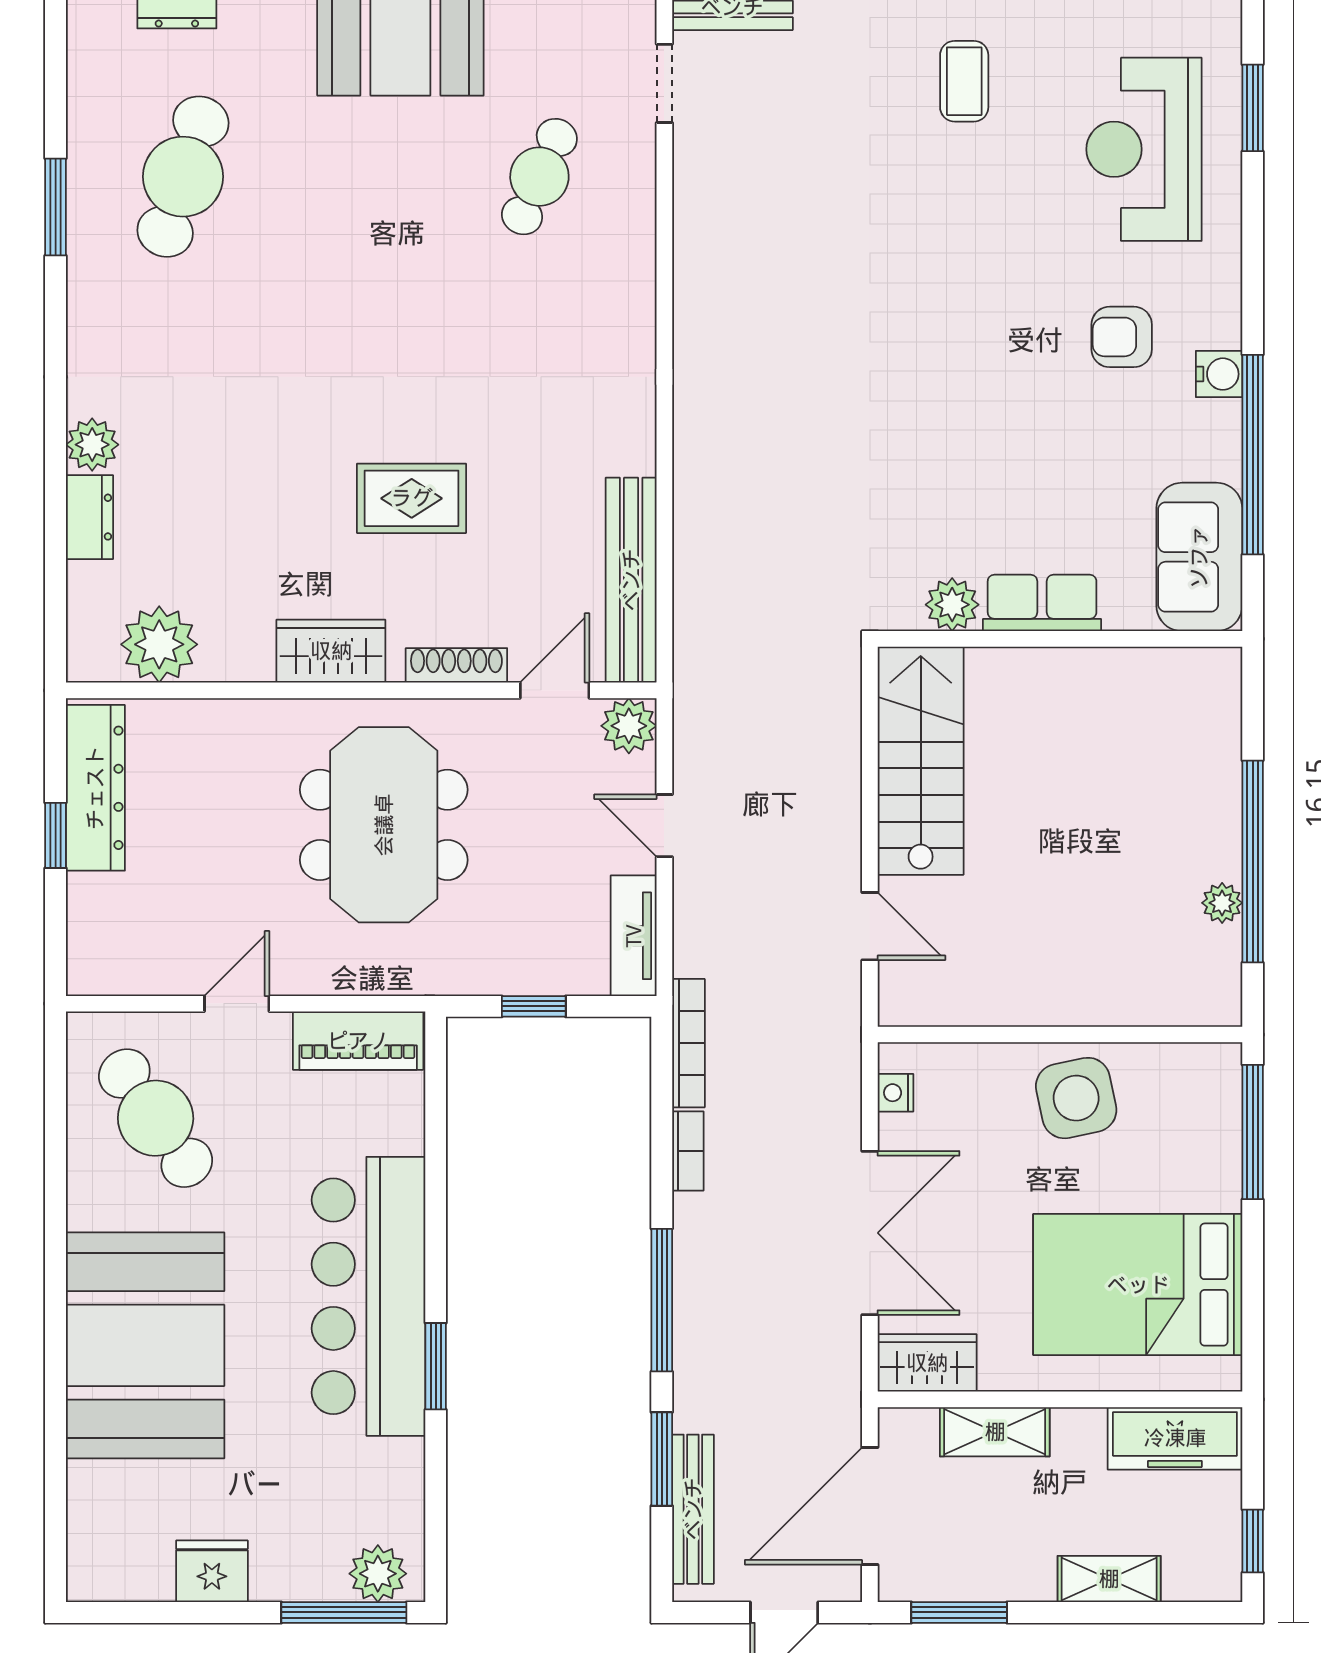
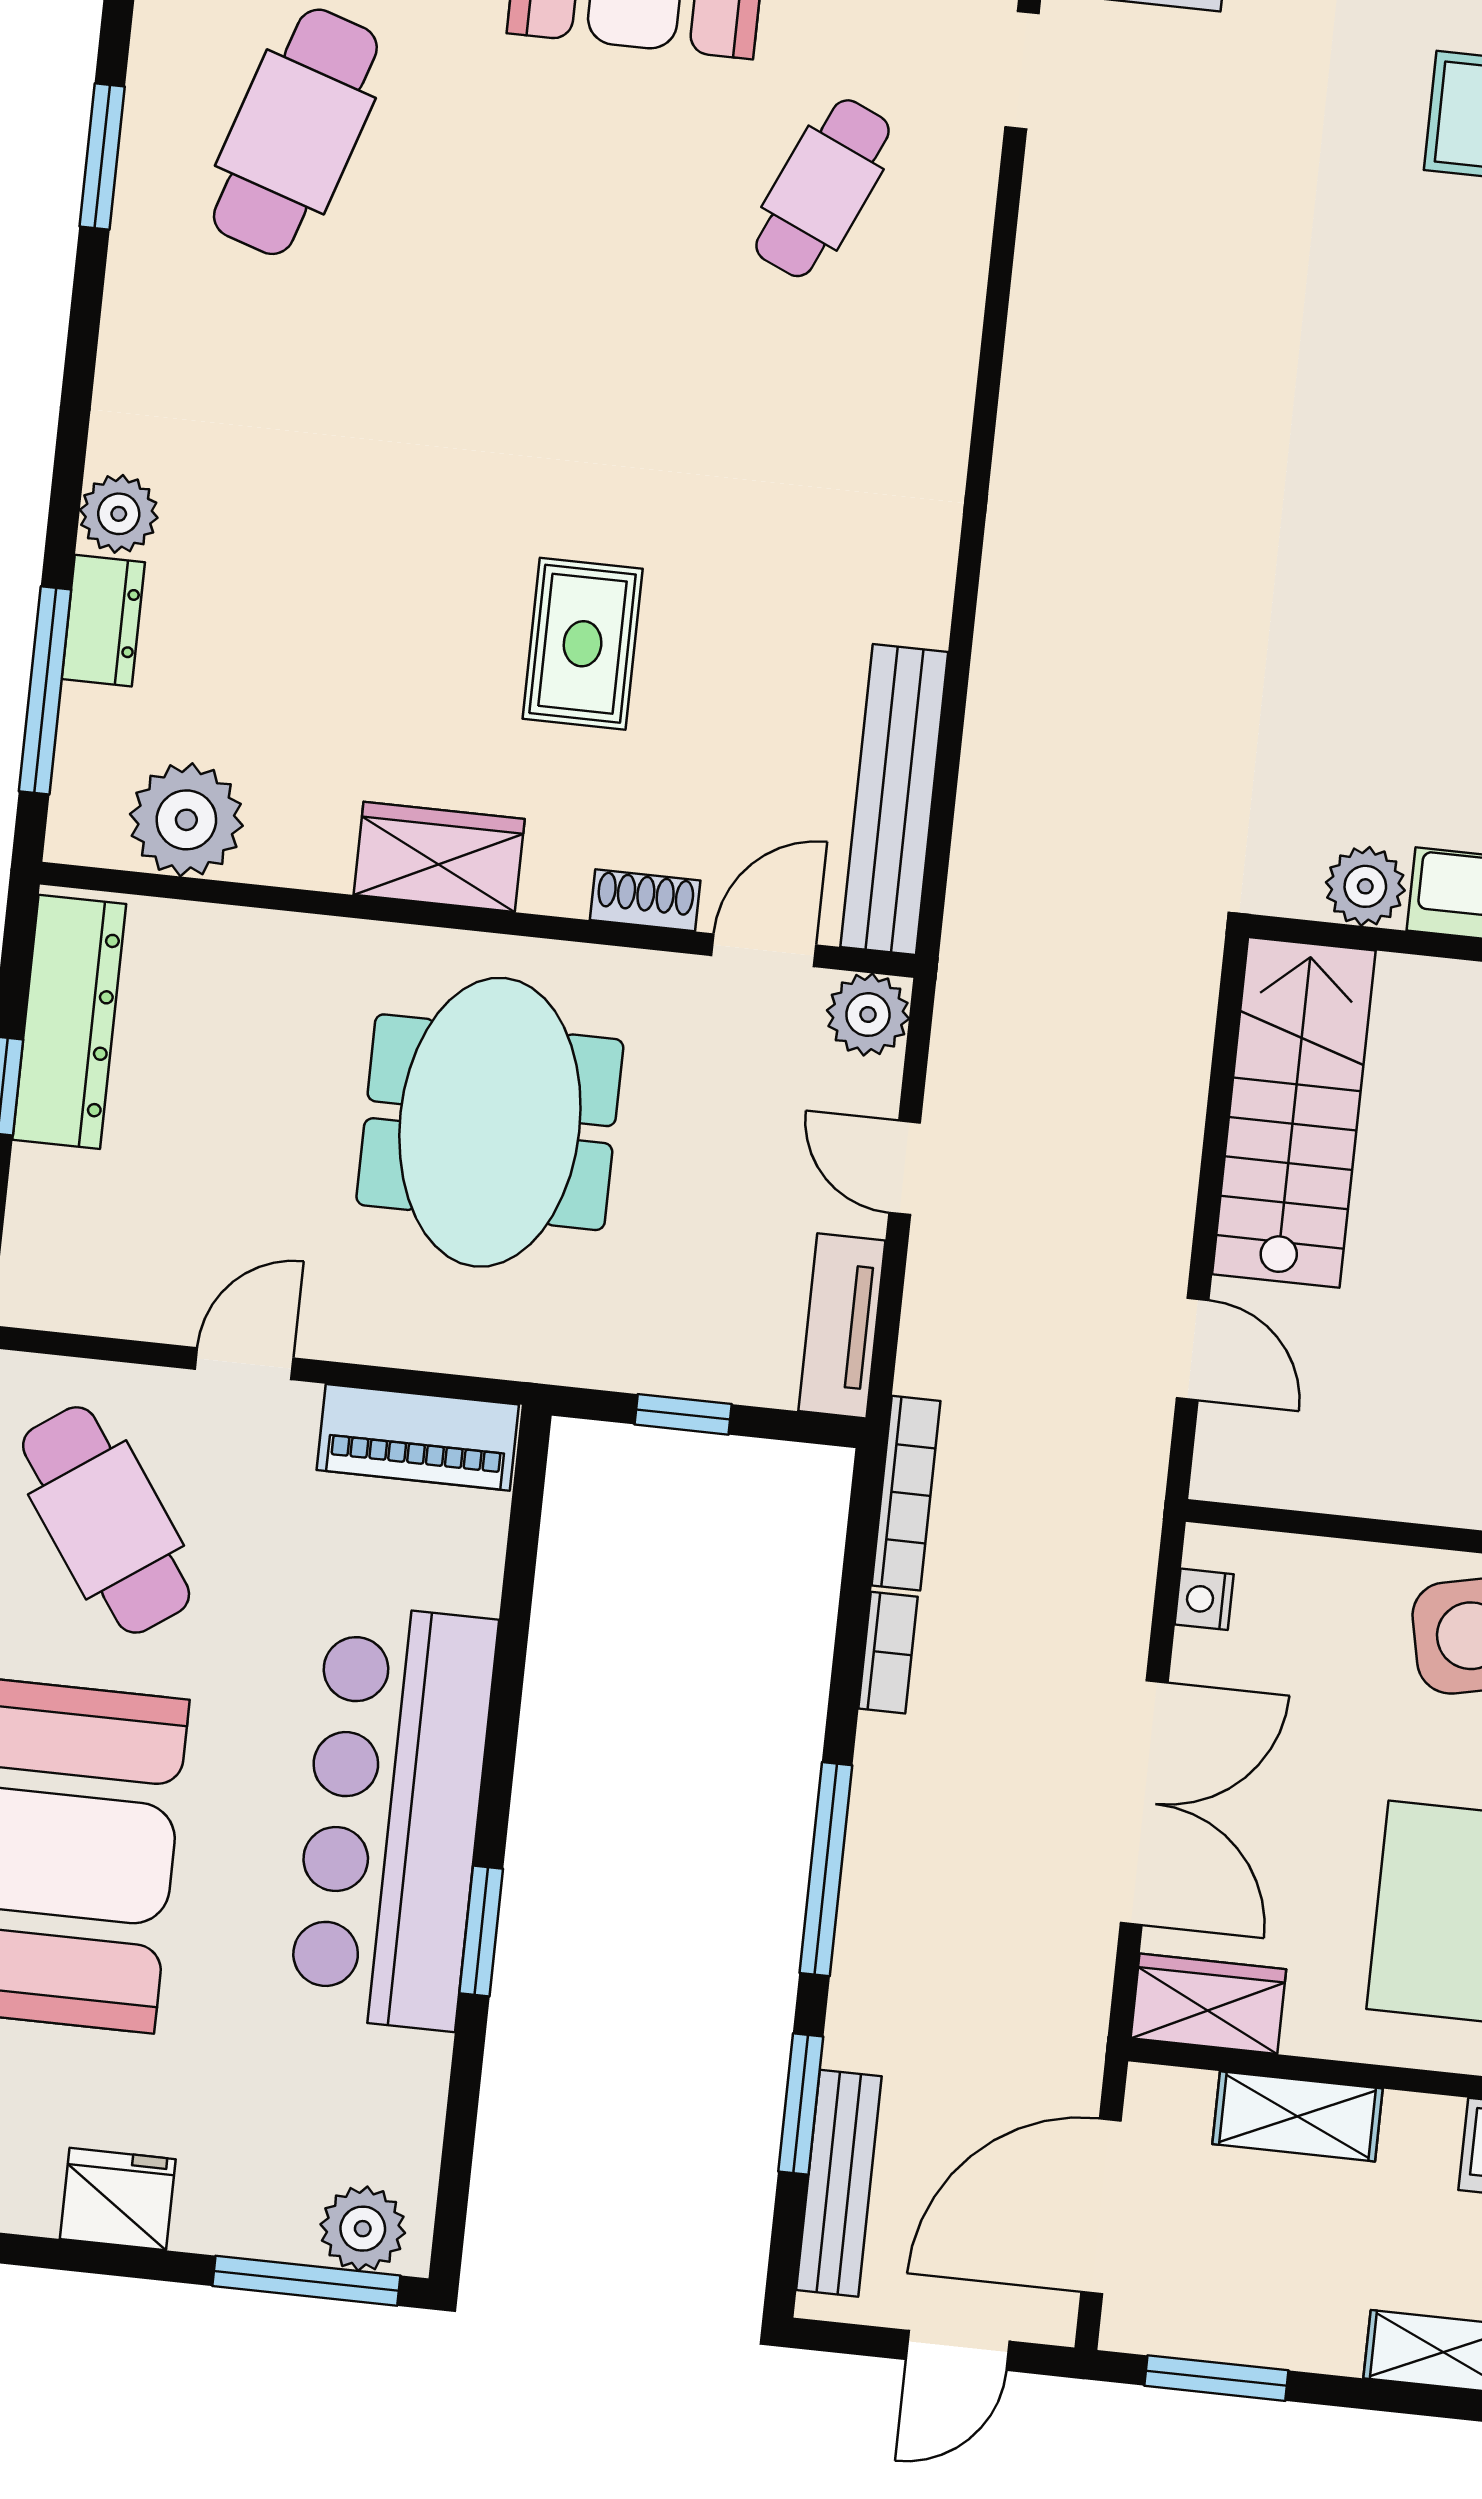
rug: (412, 498) -> (583, 644), turned 90
window: (56, 568) -> (45, 690), added
shoe rack: (456, 665) -> (645, 900), width x0.70

